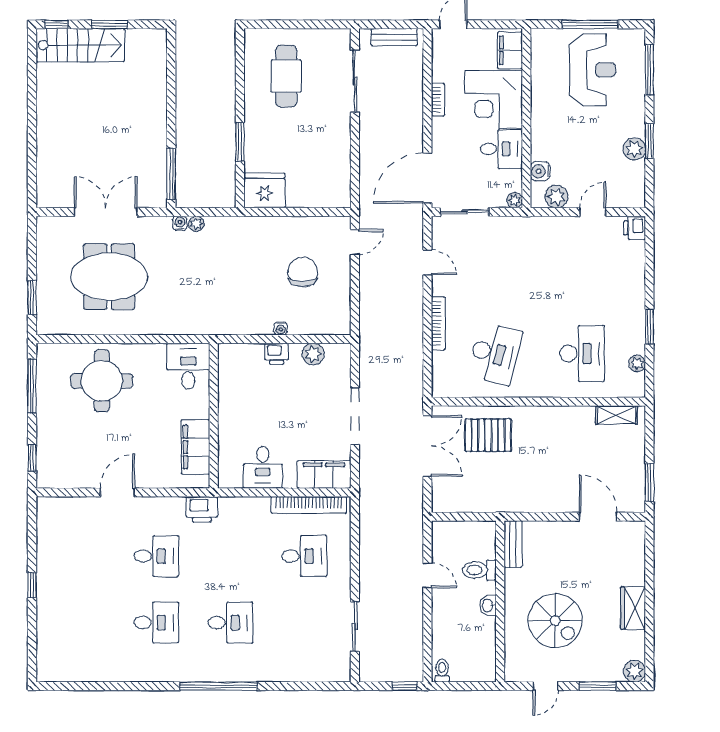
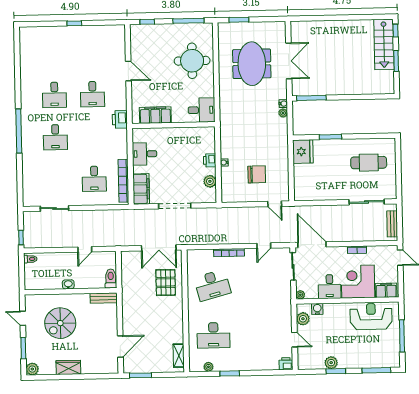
reception desk: (592, 70) -> (371, 317), moved, turned 180
desk: (495, 354) -> (212, 285), turned -30
toilet: (479, 570) -> (111, 279), moved

